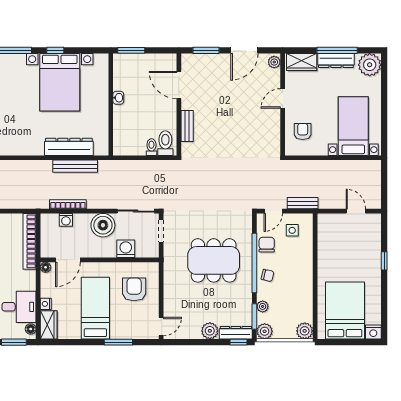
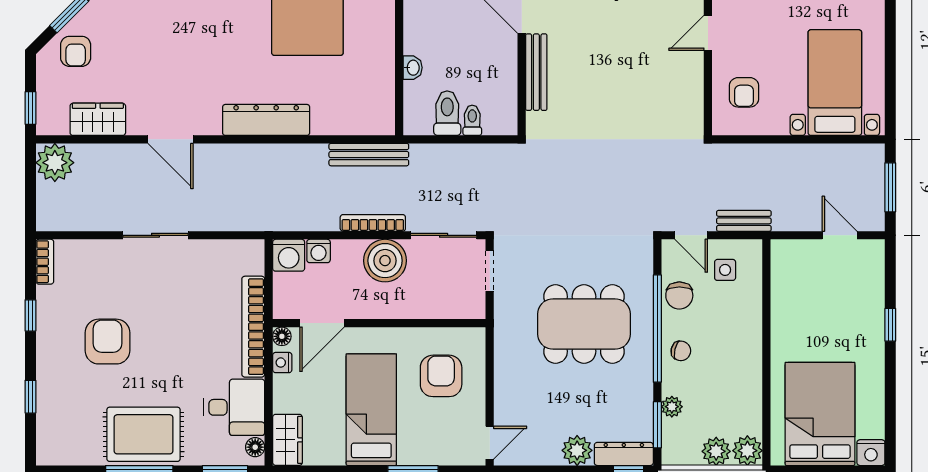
washbasin: (118, 98) -> (413, 68), moved
bench: (187, 126) -> (536, 72), width x1.36
armchair: (303, 132) -> (744, 92), turned 180
toilet: (165, 143) -> (447, 113), moved
dresser: (69, 147) -> (266, 120), moved
bench: (75, 166) -> (369, 155), moved
window: (384, 184) -> (890, 187), added
bookcase: (68, 204) -> (373, 223), moved
door: (273, 211) -> (691, 235), hinge flipped
bookcase: (30, 241) -> (253, 327), moved
chair: (267, 245) -> (679, 296), turned 180
washing machine: (126, 249) -> (289, 255), moved, turned 180
nightstand: (46, 304) -> (282, 363), moved
plant: (265, 331) -> (716, 451), moved

